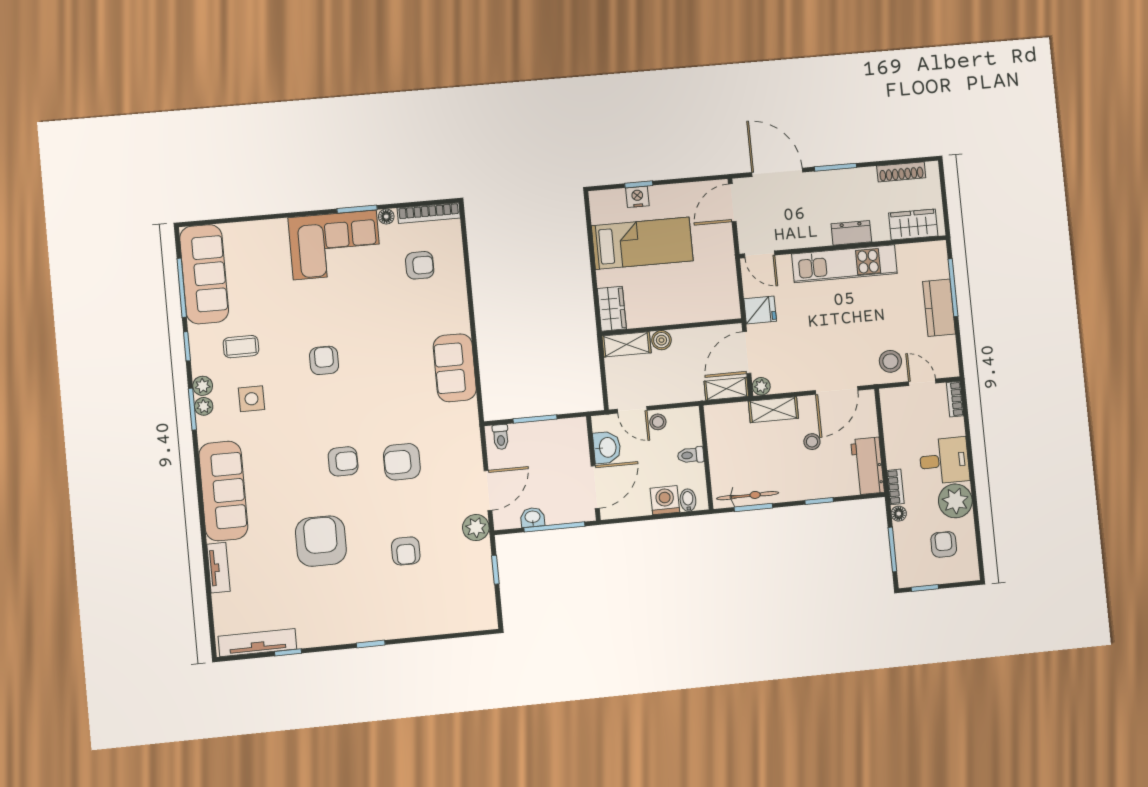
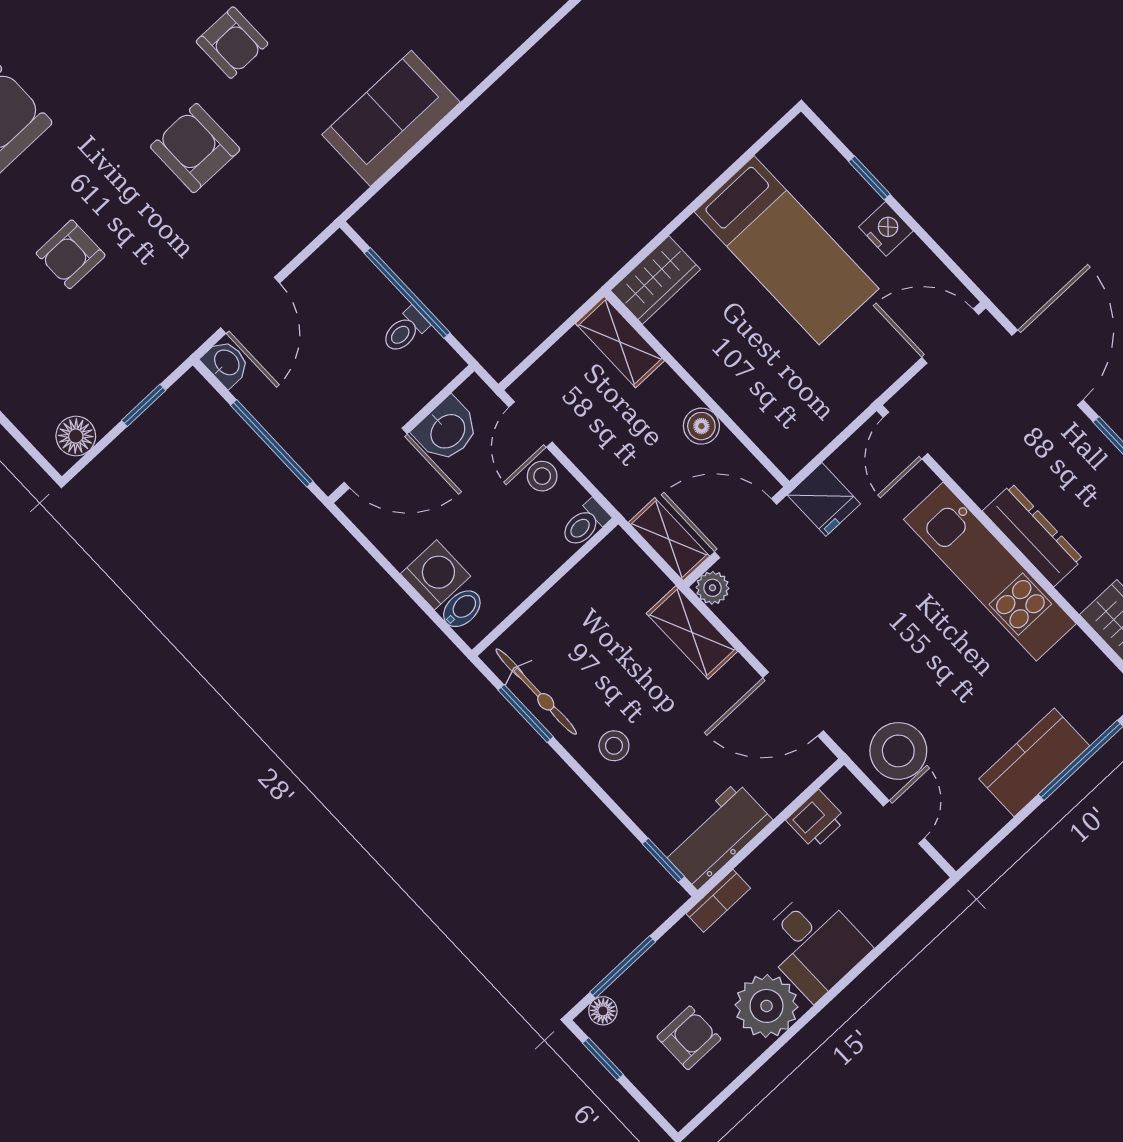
nightstand: (637, 197) -> (886, 229), moved
dresser: (851, 233) -> (1033, 535), width x1.44
boiler: (661, 340) -> (701, 426), moved
stool: (890, 361) -> (898, 751), width x1.38, depth x1.38
bookcase: (955, 399) -> (917, 890), removed
window: (535, 419) -> (407, 293), width x1.44
printer: (893, 419) -> (816, 820), added
toilet: (501, 437) -> (405, 330), moved
stool: (812, 442) -> (614, 746), moved
toilet: (691, 455) -> (585, 524), moved, turned -90
armchair: (343, 461) -> (232, 43), moved
door: (488, 490) -> (250, 305), hinge flipped
window: (819, 501) -> (663, 860), moved
floor lamp: (899, 514) -> (603, 1011), moved
washbasin: (533, 517) -> (226, 363), moved
plant: (476, 528) -> (183, 330), removed
floor lamp: (486, 609) -> (76, 436), added

